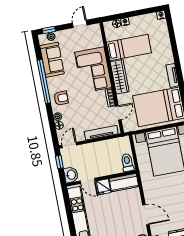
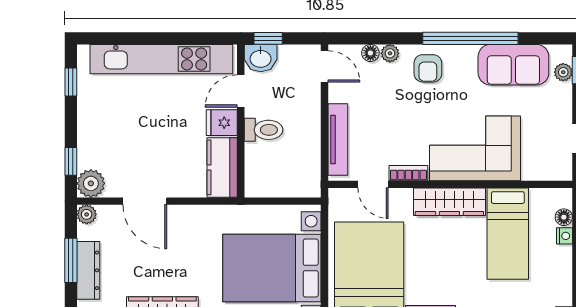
window: (59, 162) -> (268, 38), moved
toilet: (127, 163) -> (264, 130), moved
door: (146, 215) -> (145, 201), hinge flipped

